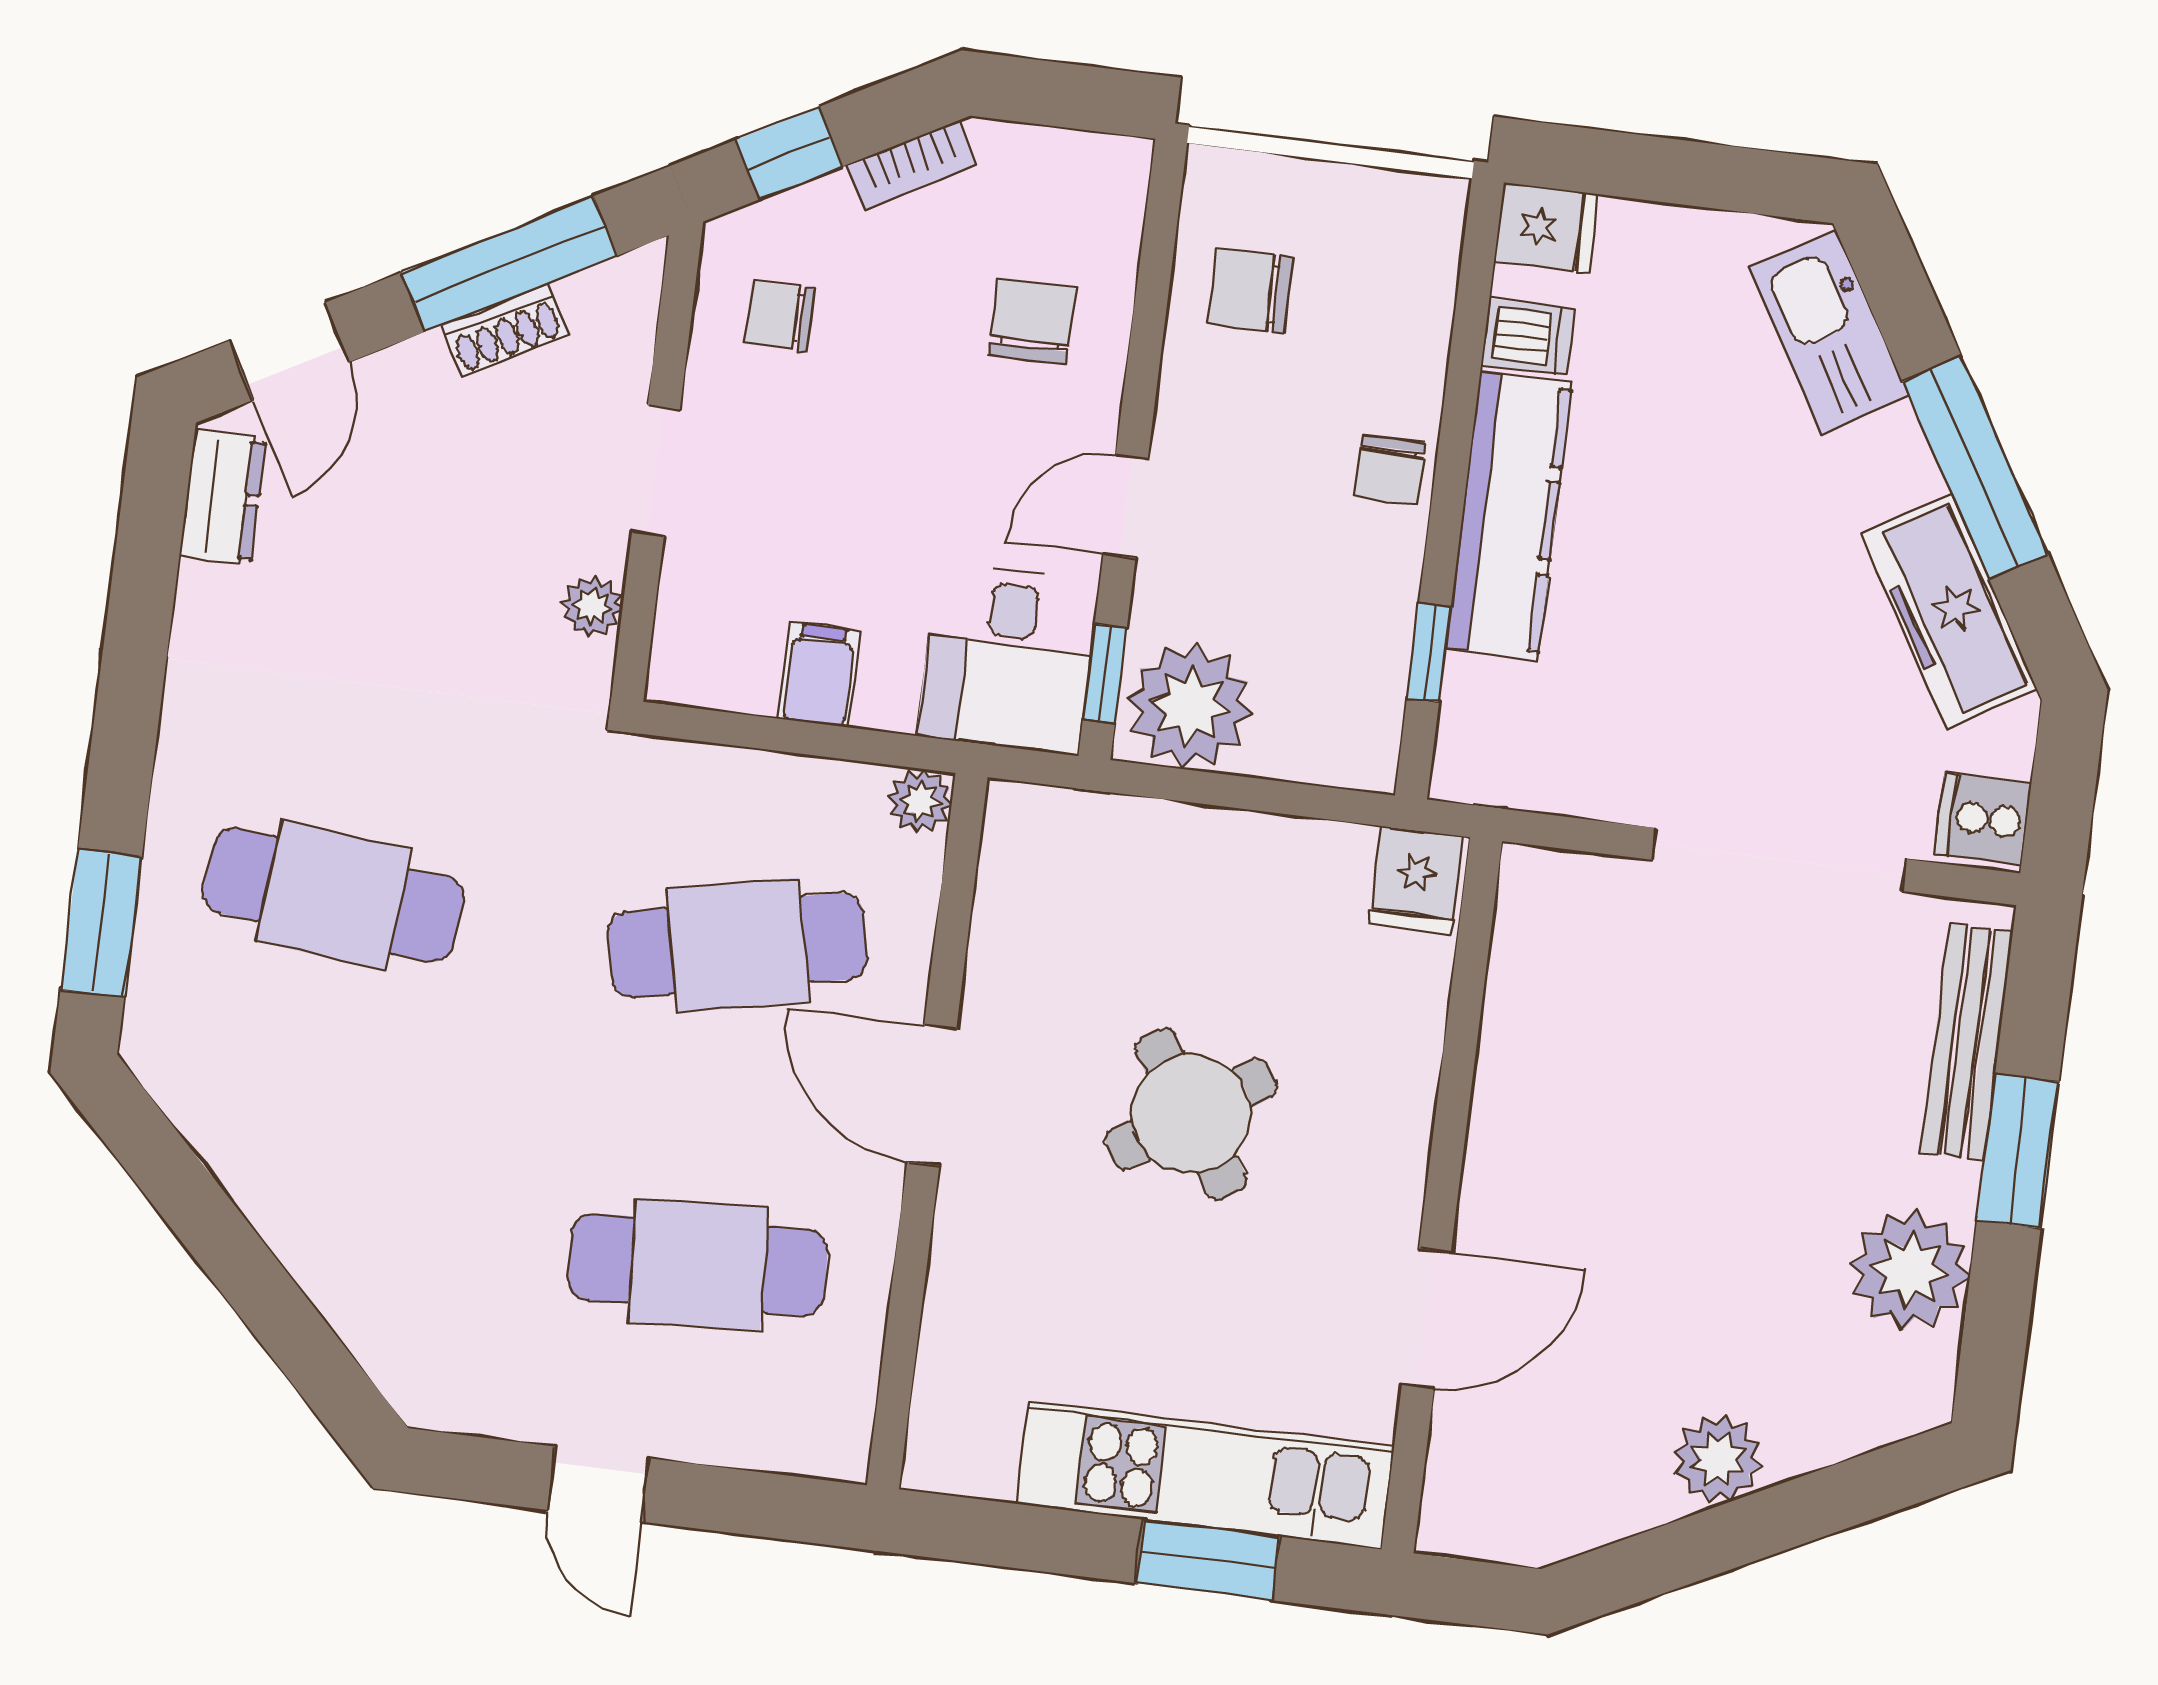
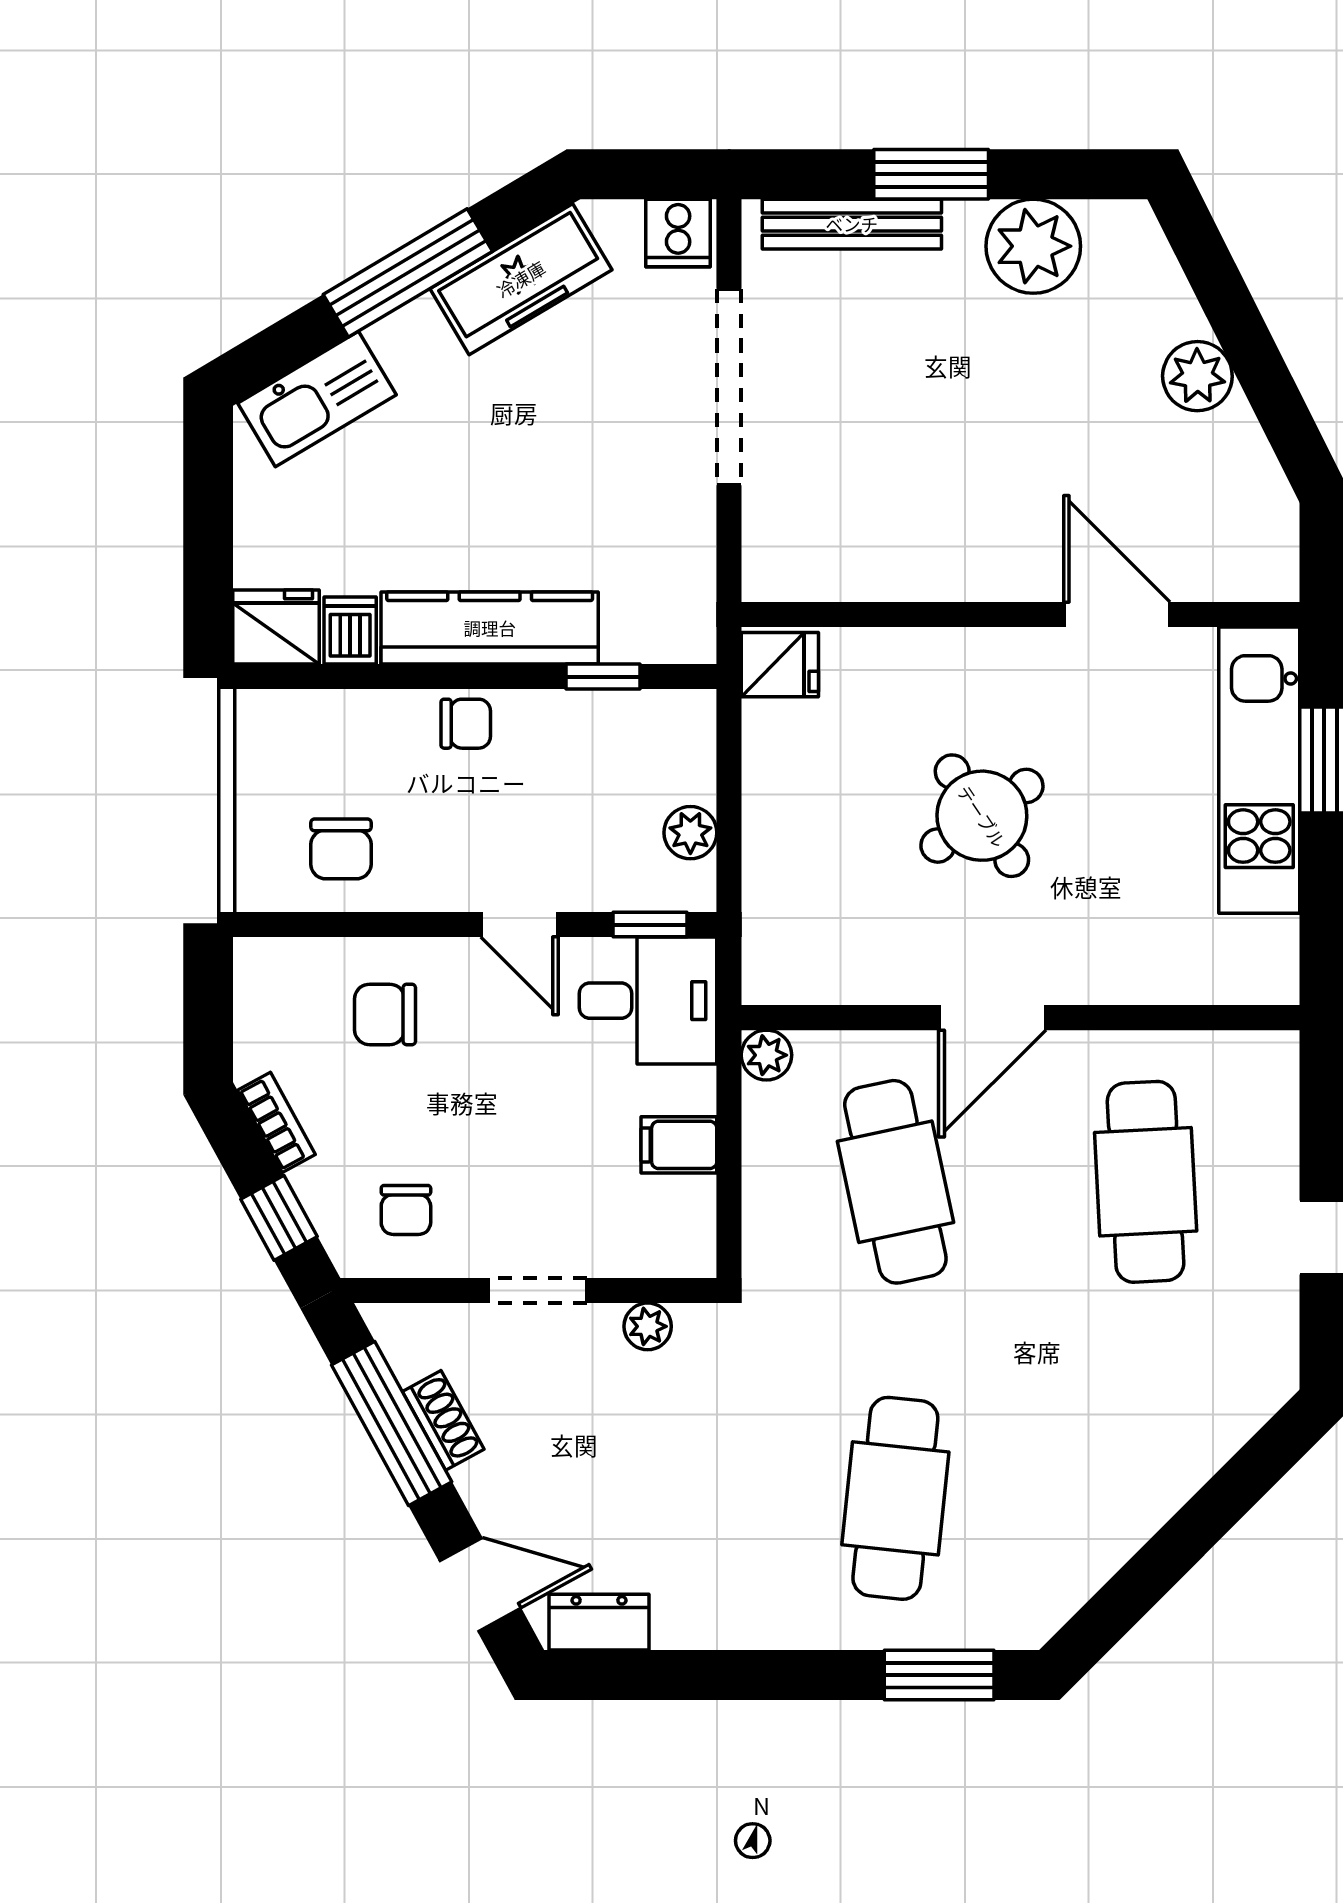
fridge: (1546, 228) -> (276, 627), width x1.38
plant: (1190, 706) -> (690, 833), width x0.53, depth x0.53

